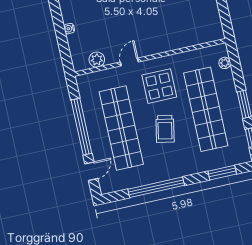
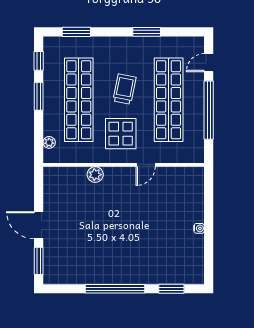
water cooler: (69, 29) -> (199, 228), moved
plant: (97, 60) -> (95, 175), moved
window: (156, 187) -> (147, 32), width x0.47

